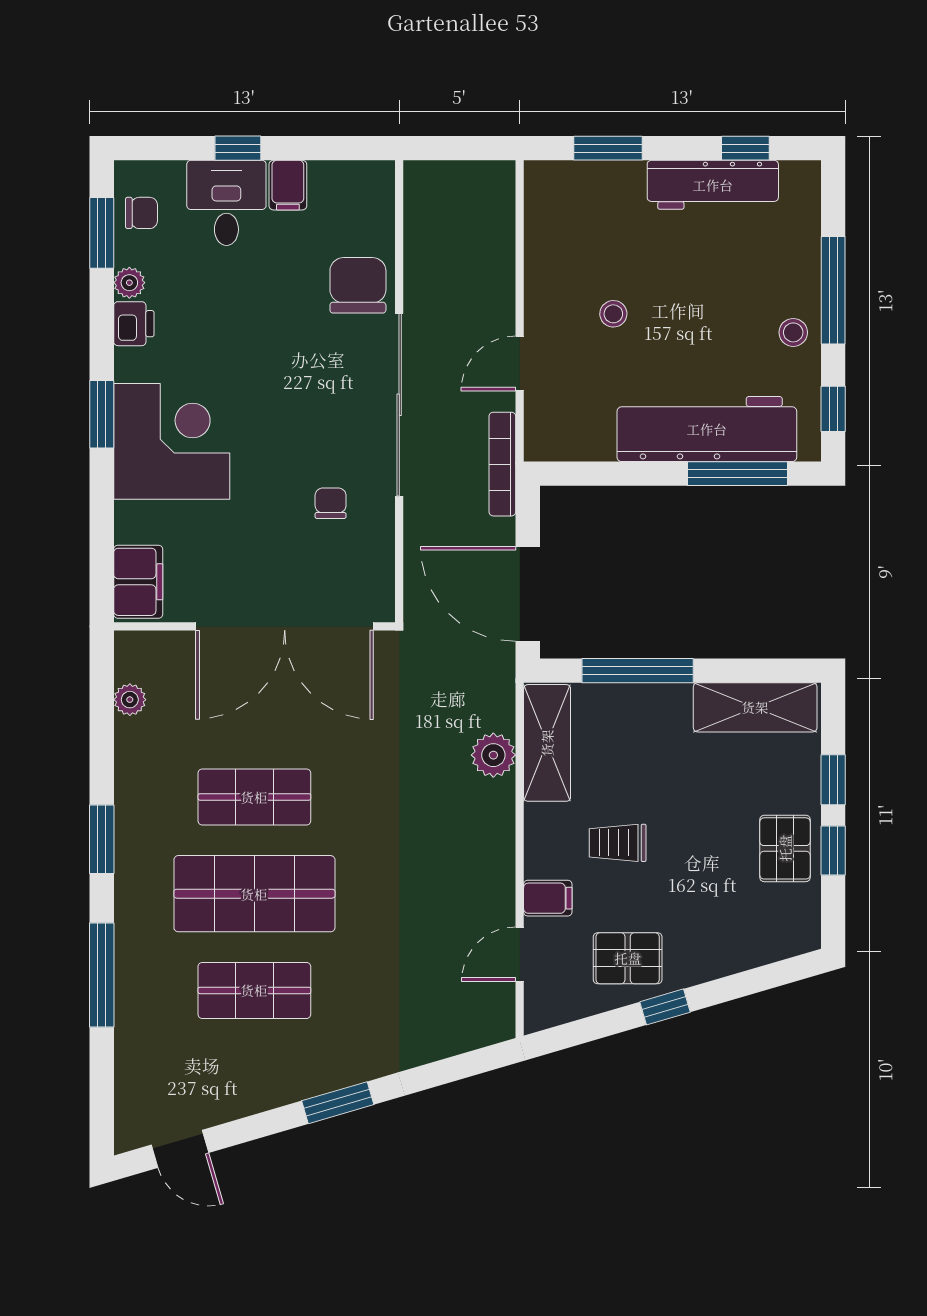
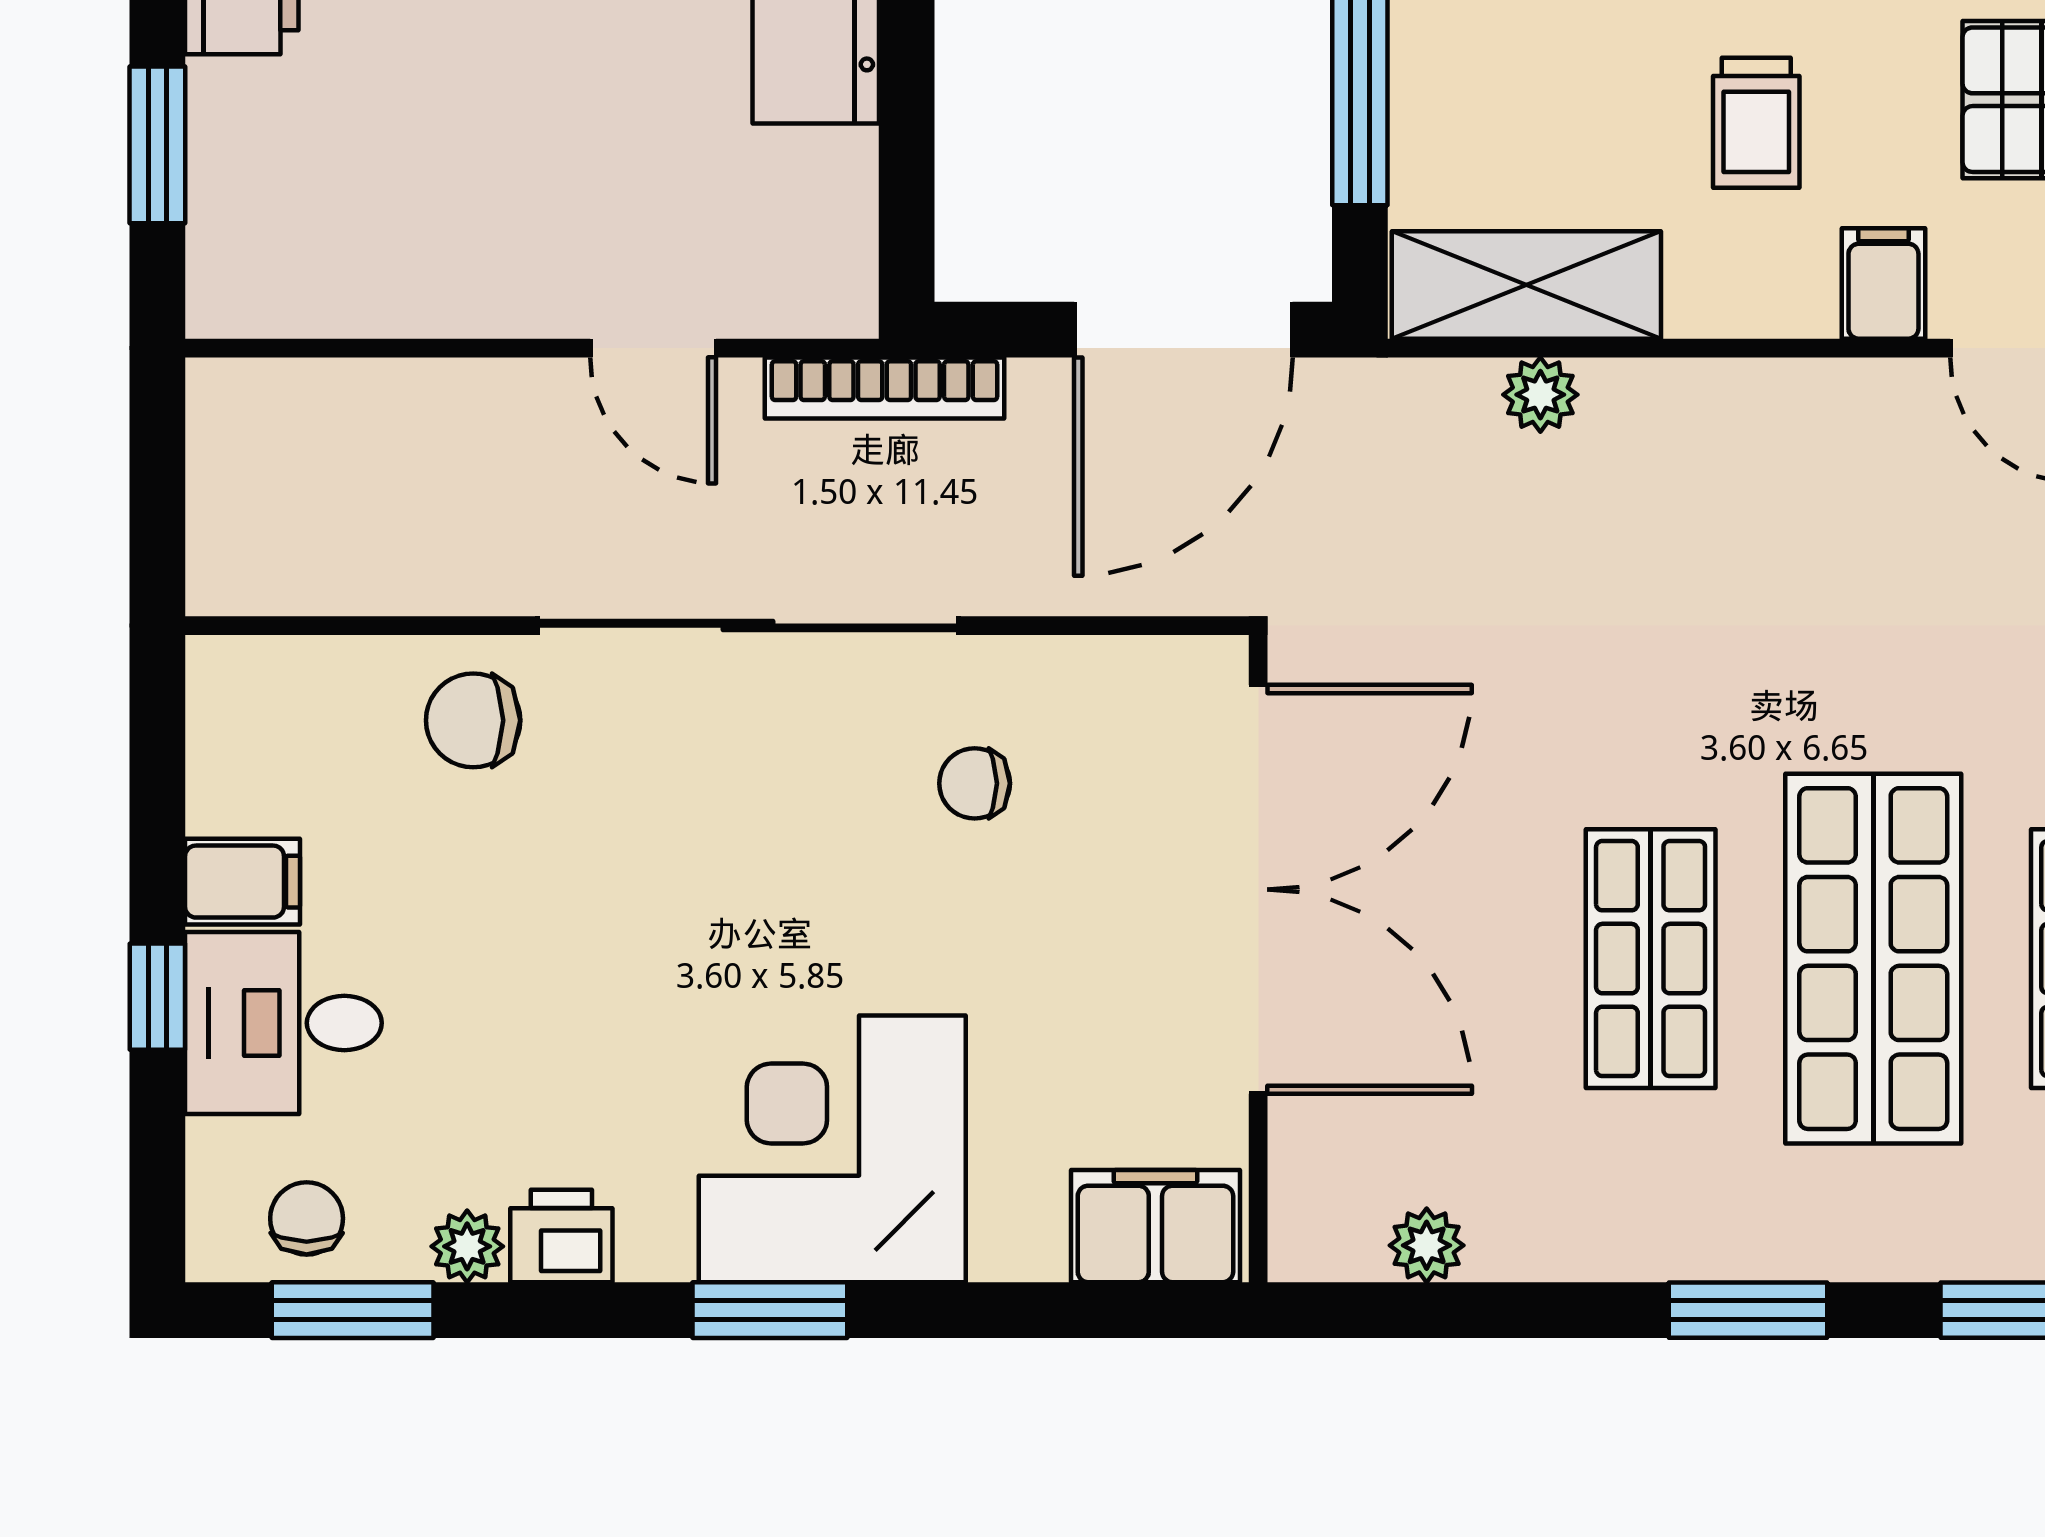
chair: (358, 285) -> (473, 720), width x0.73, depth x0.73
stool: (613, 314) -> (539, 133), removed
plant: (493, 755) -> (1540, 395), width x0.73, depth x0.73

